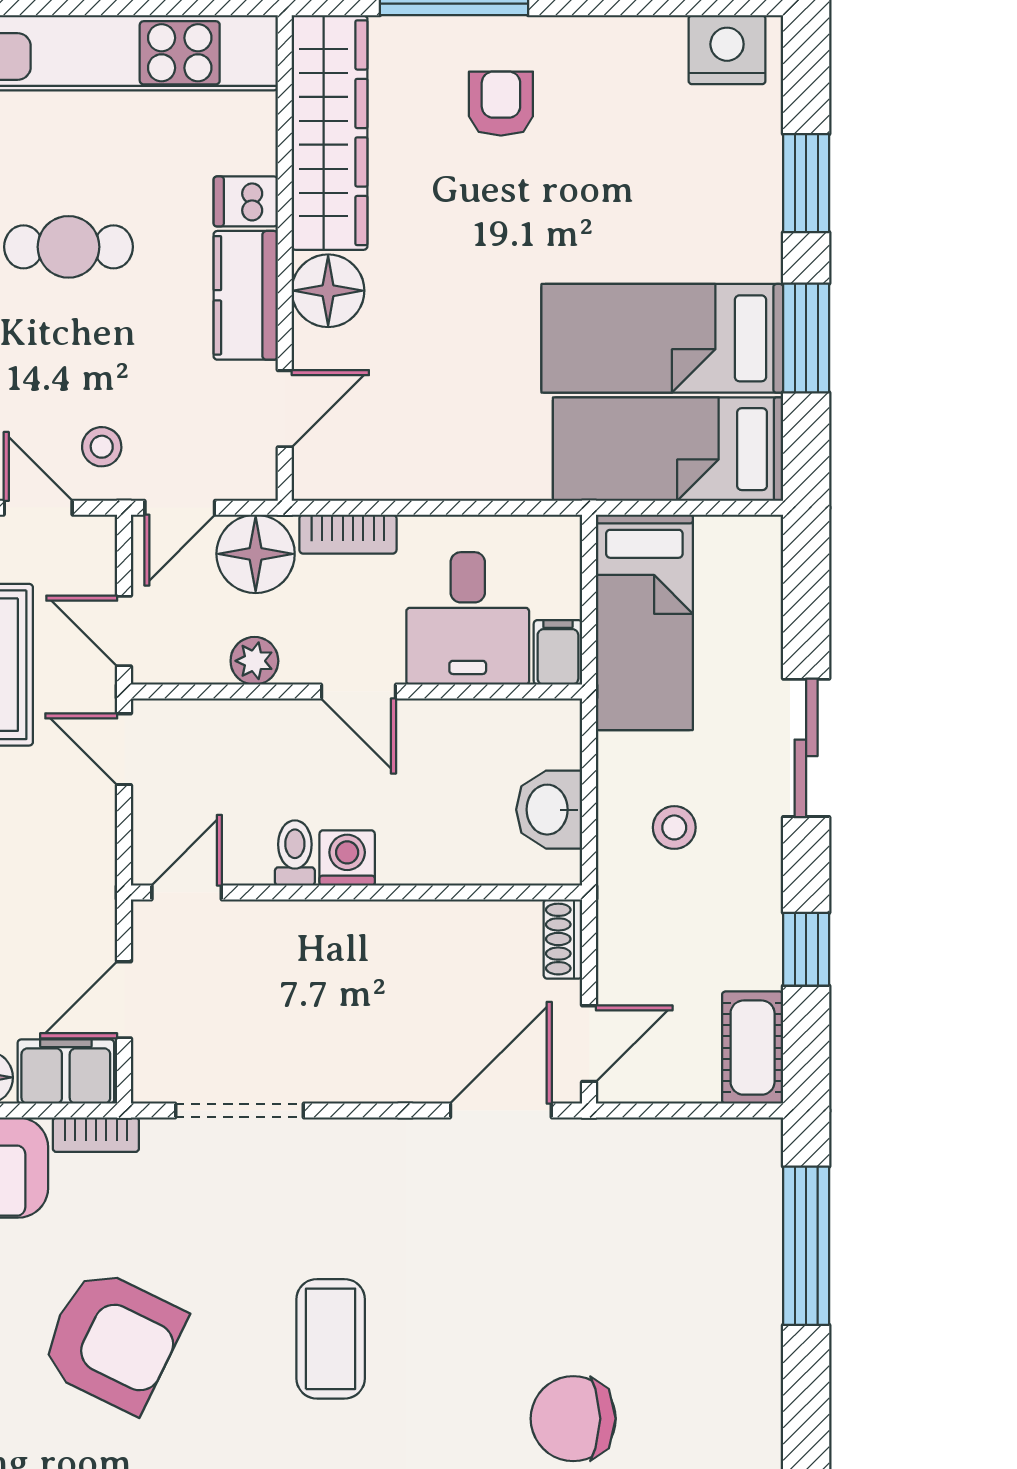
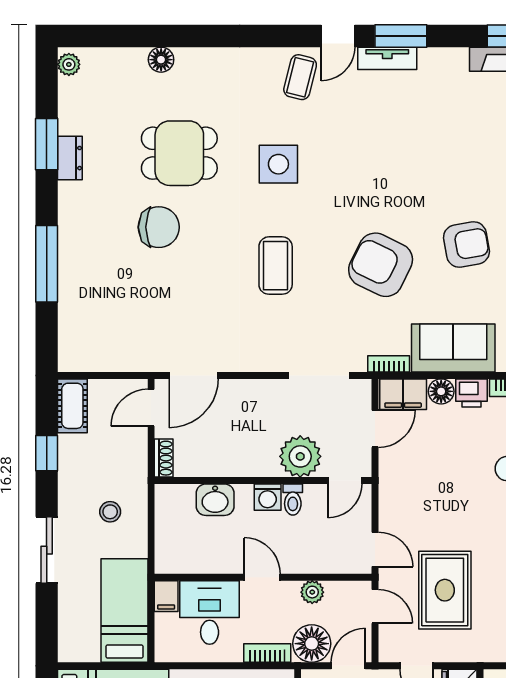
washbasin: (549, 810) -> (215, 500), moved, turned 90
plant: (279, 942) -> (300, 456), added
window: (806, 1246) -> (47, 264), moved

